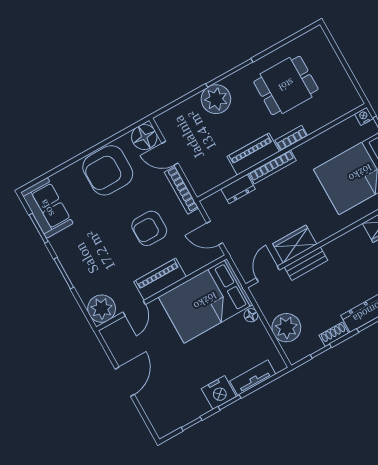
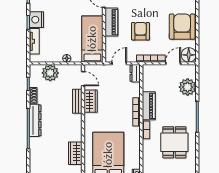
plant: (216, 99) -> (188, 87), moved
dresser: (238, 189) -> (135, 73), moved
bed: (205, 301) -> (92, 39), width x0.67

